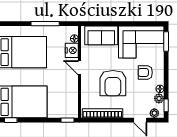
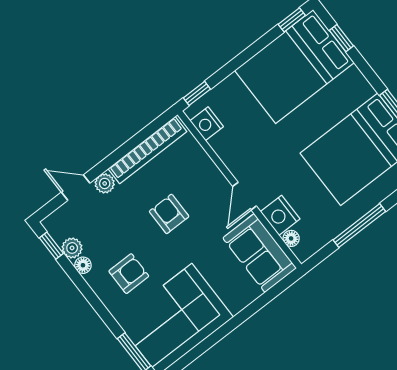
sofa: (101, 35) -> (260, 253), moved, turned -90
door: (80, 68) -> (245, 196), swing flipped
armchair: (113, 83) -> (169, 214), width x0.53, depth x0.53
nightstand: (73, 106) -> (207, 124), added
plant: (154, 113) -> (105, 183), moved

